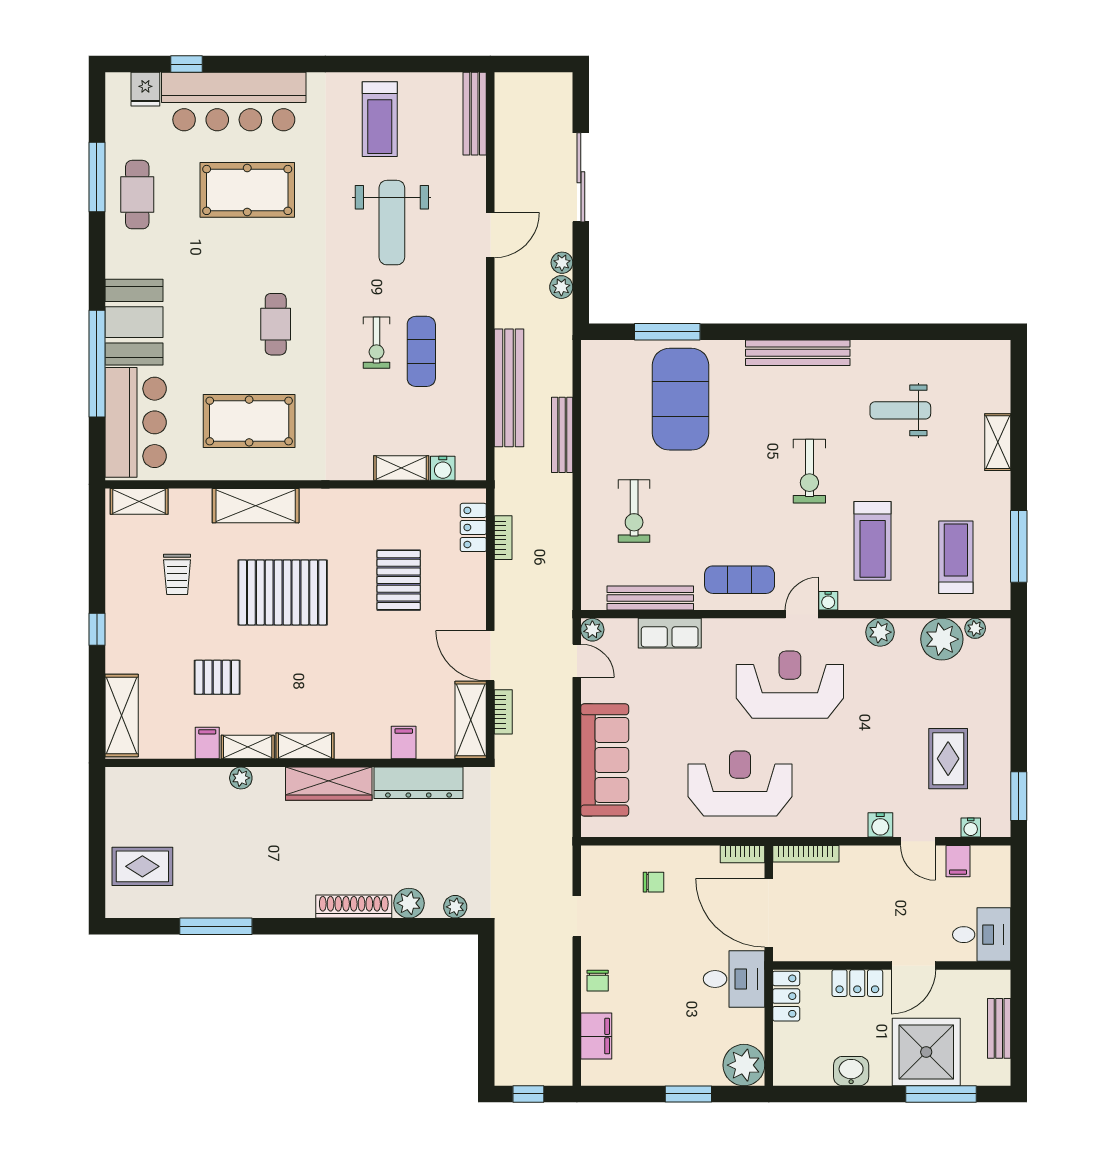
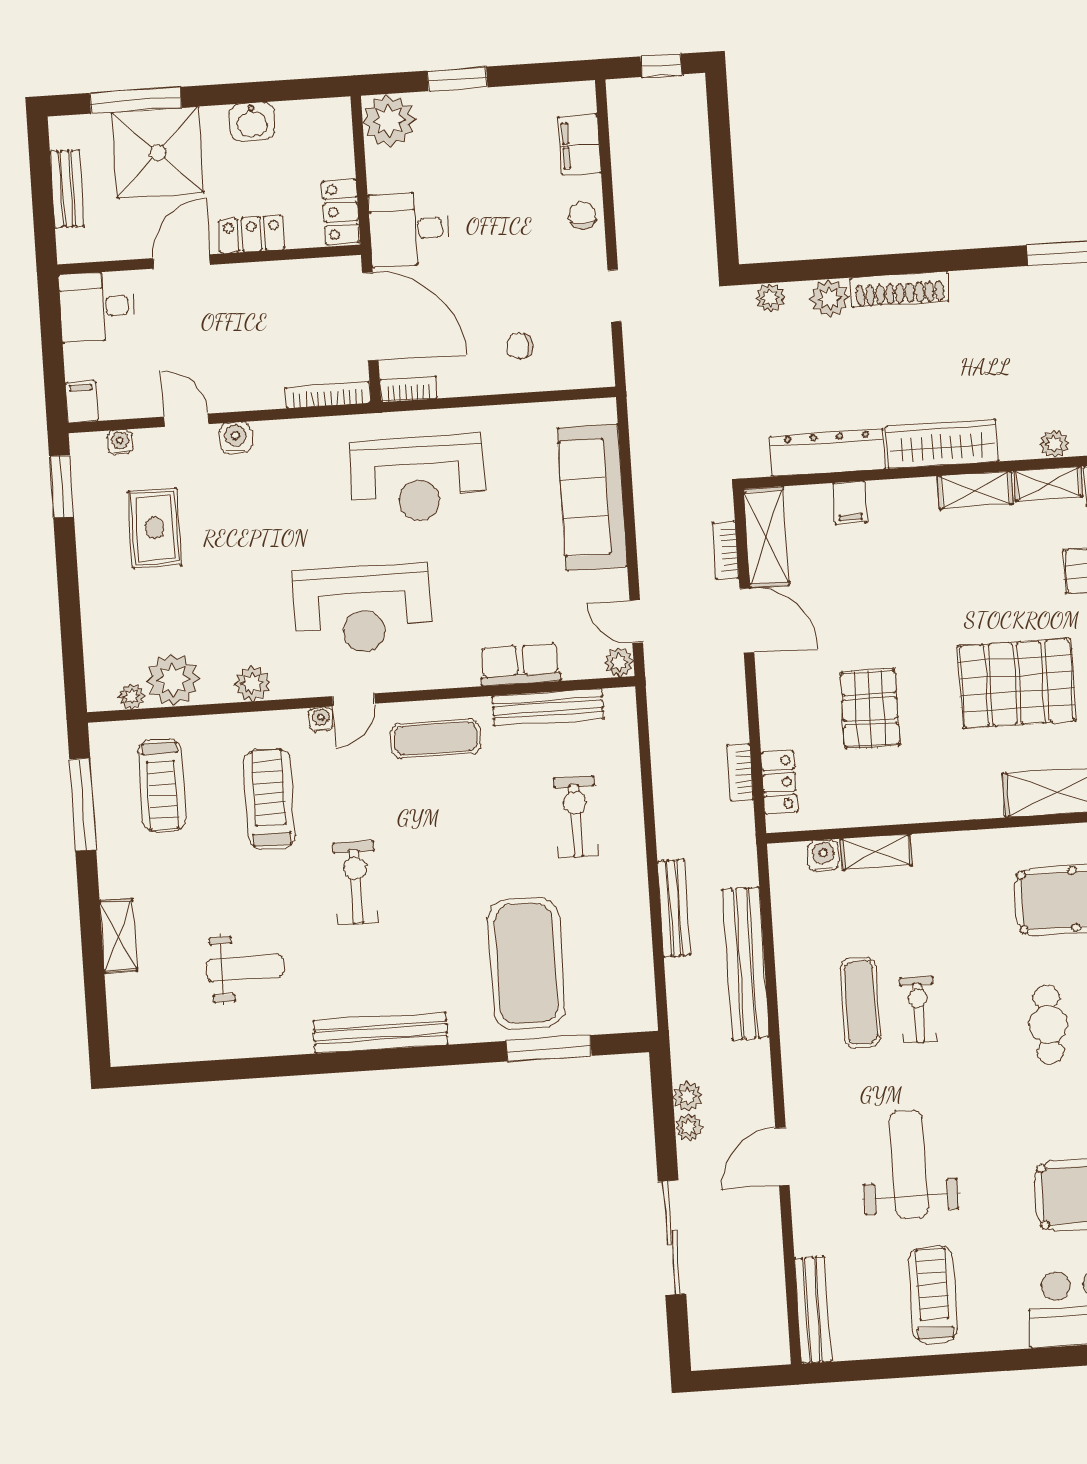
filing cabinet: (958, 861) -> (82, 402), moved

